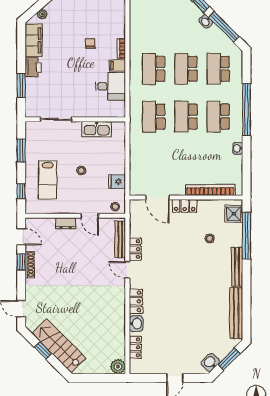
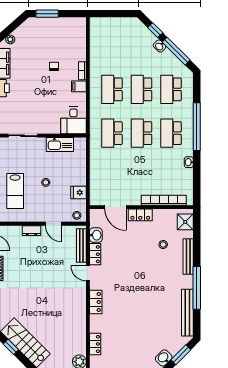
desk: (110, 86) -> (73, 120), moved, turned 90
window: (246, 236) -> (197, 288), moved
bench: (237, 267) -> (188, 257), moved
washbasin: (136, 324) -> (96, 235), moved

